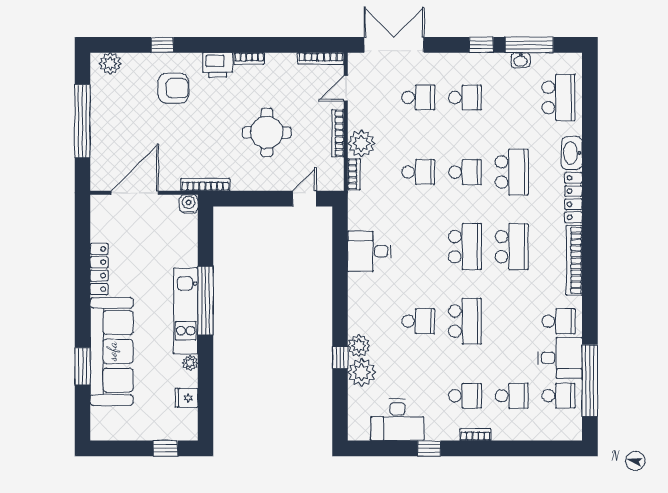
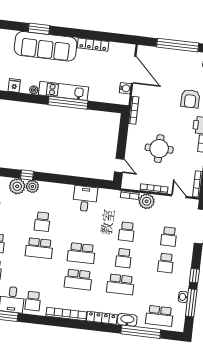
window: (590, 127) -> (141, 332), added
water cooler: (189, 204) -> (125, 88), moved

